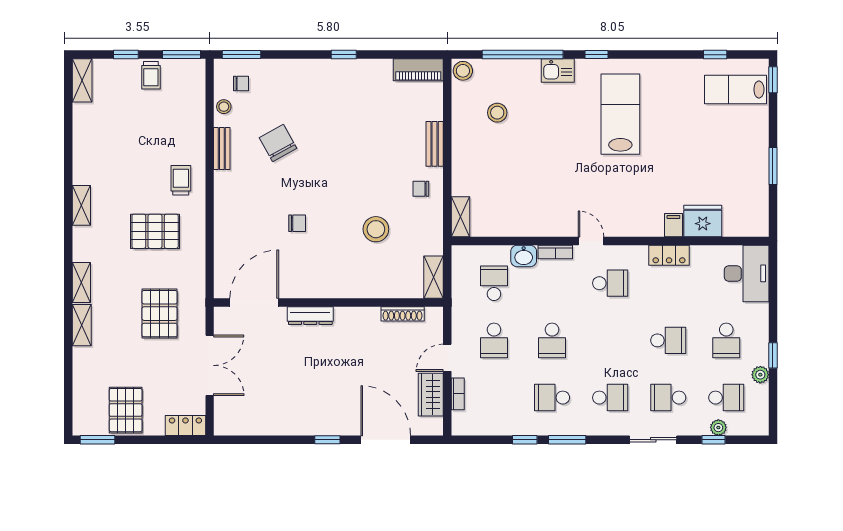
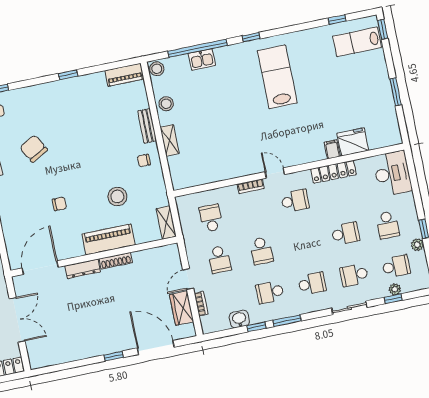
kitchen sink: (558, 71) -> (202, 59), moved
stool: (497, 113) -> (166, 104), moved
shelving: (460, 217) -> (170, 140), moved
locker: (669, 255) -> (333, 172), width x1.53
washbasin: (524, 256) -> (239, 319), moved, turned 180
piano: (353, 284) -> (109, 239), added
shoe rack: (403, 314) -> (116, 261), moved

